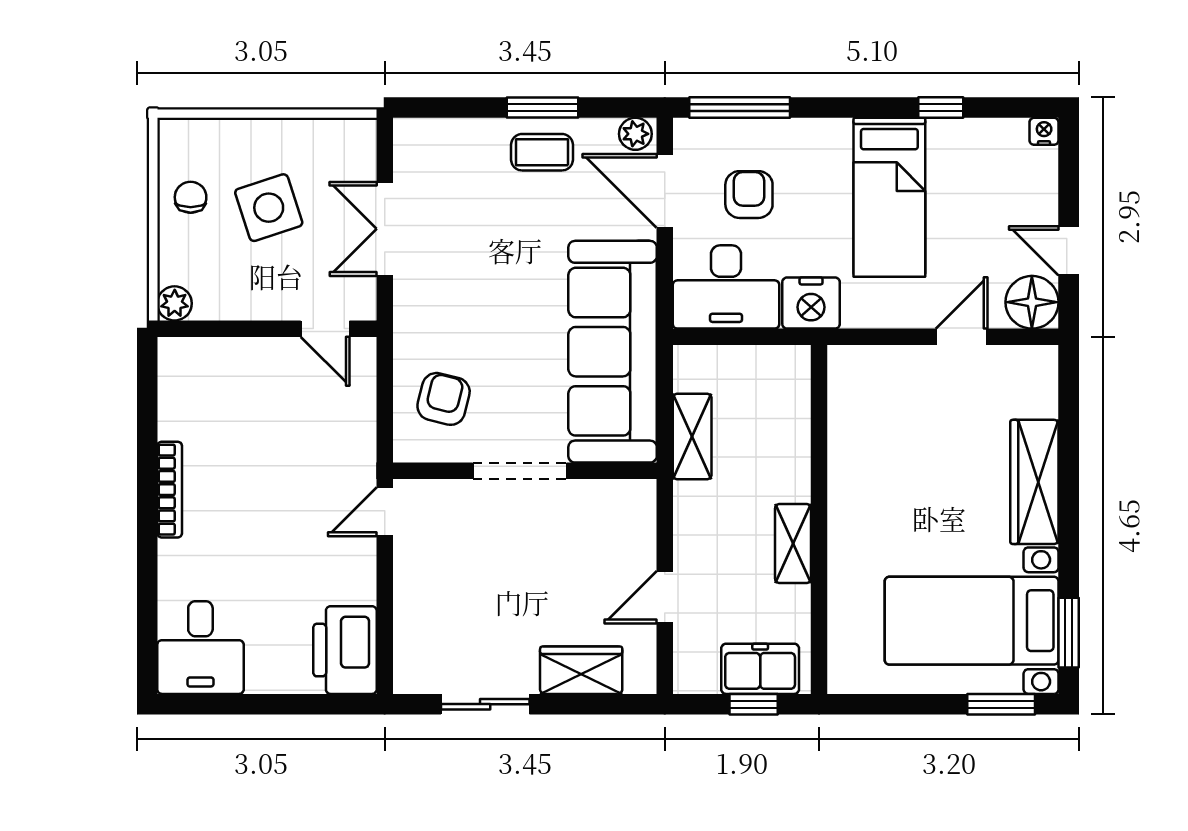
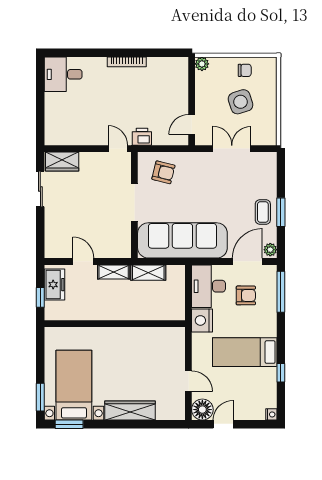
shelving: (793, 544) -> (114, 272), moved
printer: (345, 650) -> (142, 137), moved, width x0.53, depth x0.68
freezer: (760, 669) -> (55, 285), moved
wardrobe: (581, 670) -> (62, 161), moved, turned 90

